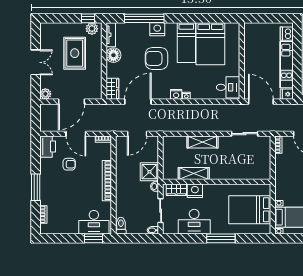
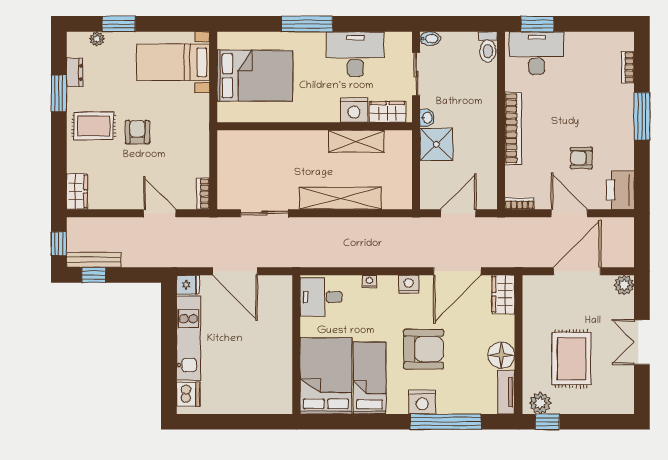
wall: (242, 61) -> (296, 345), moved
desk: (228, 87) -> (321, 297), moved
nightstand: (176, 94) -> (409, 284), moved
shelving: (202, 142) -> (341, 198), width x1.47

